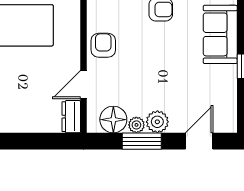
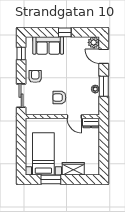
armchair: (103, 45) -> (59, 98), moved
floor lamp: (113, 120) -> (92, 101), removed
plant: (157, 122) -> (94, 42), moved

